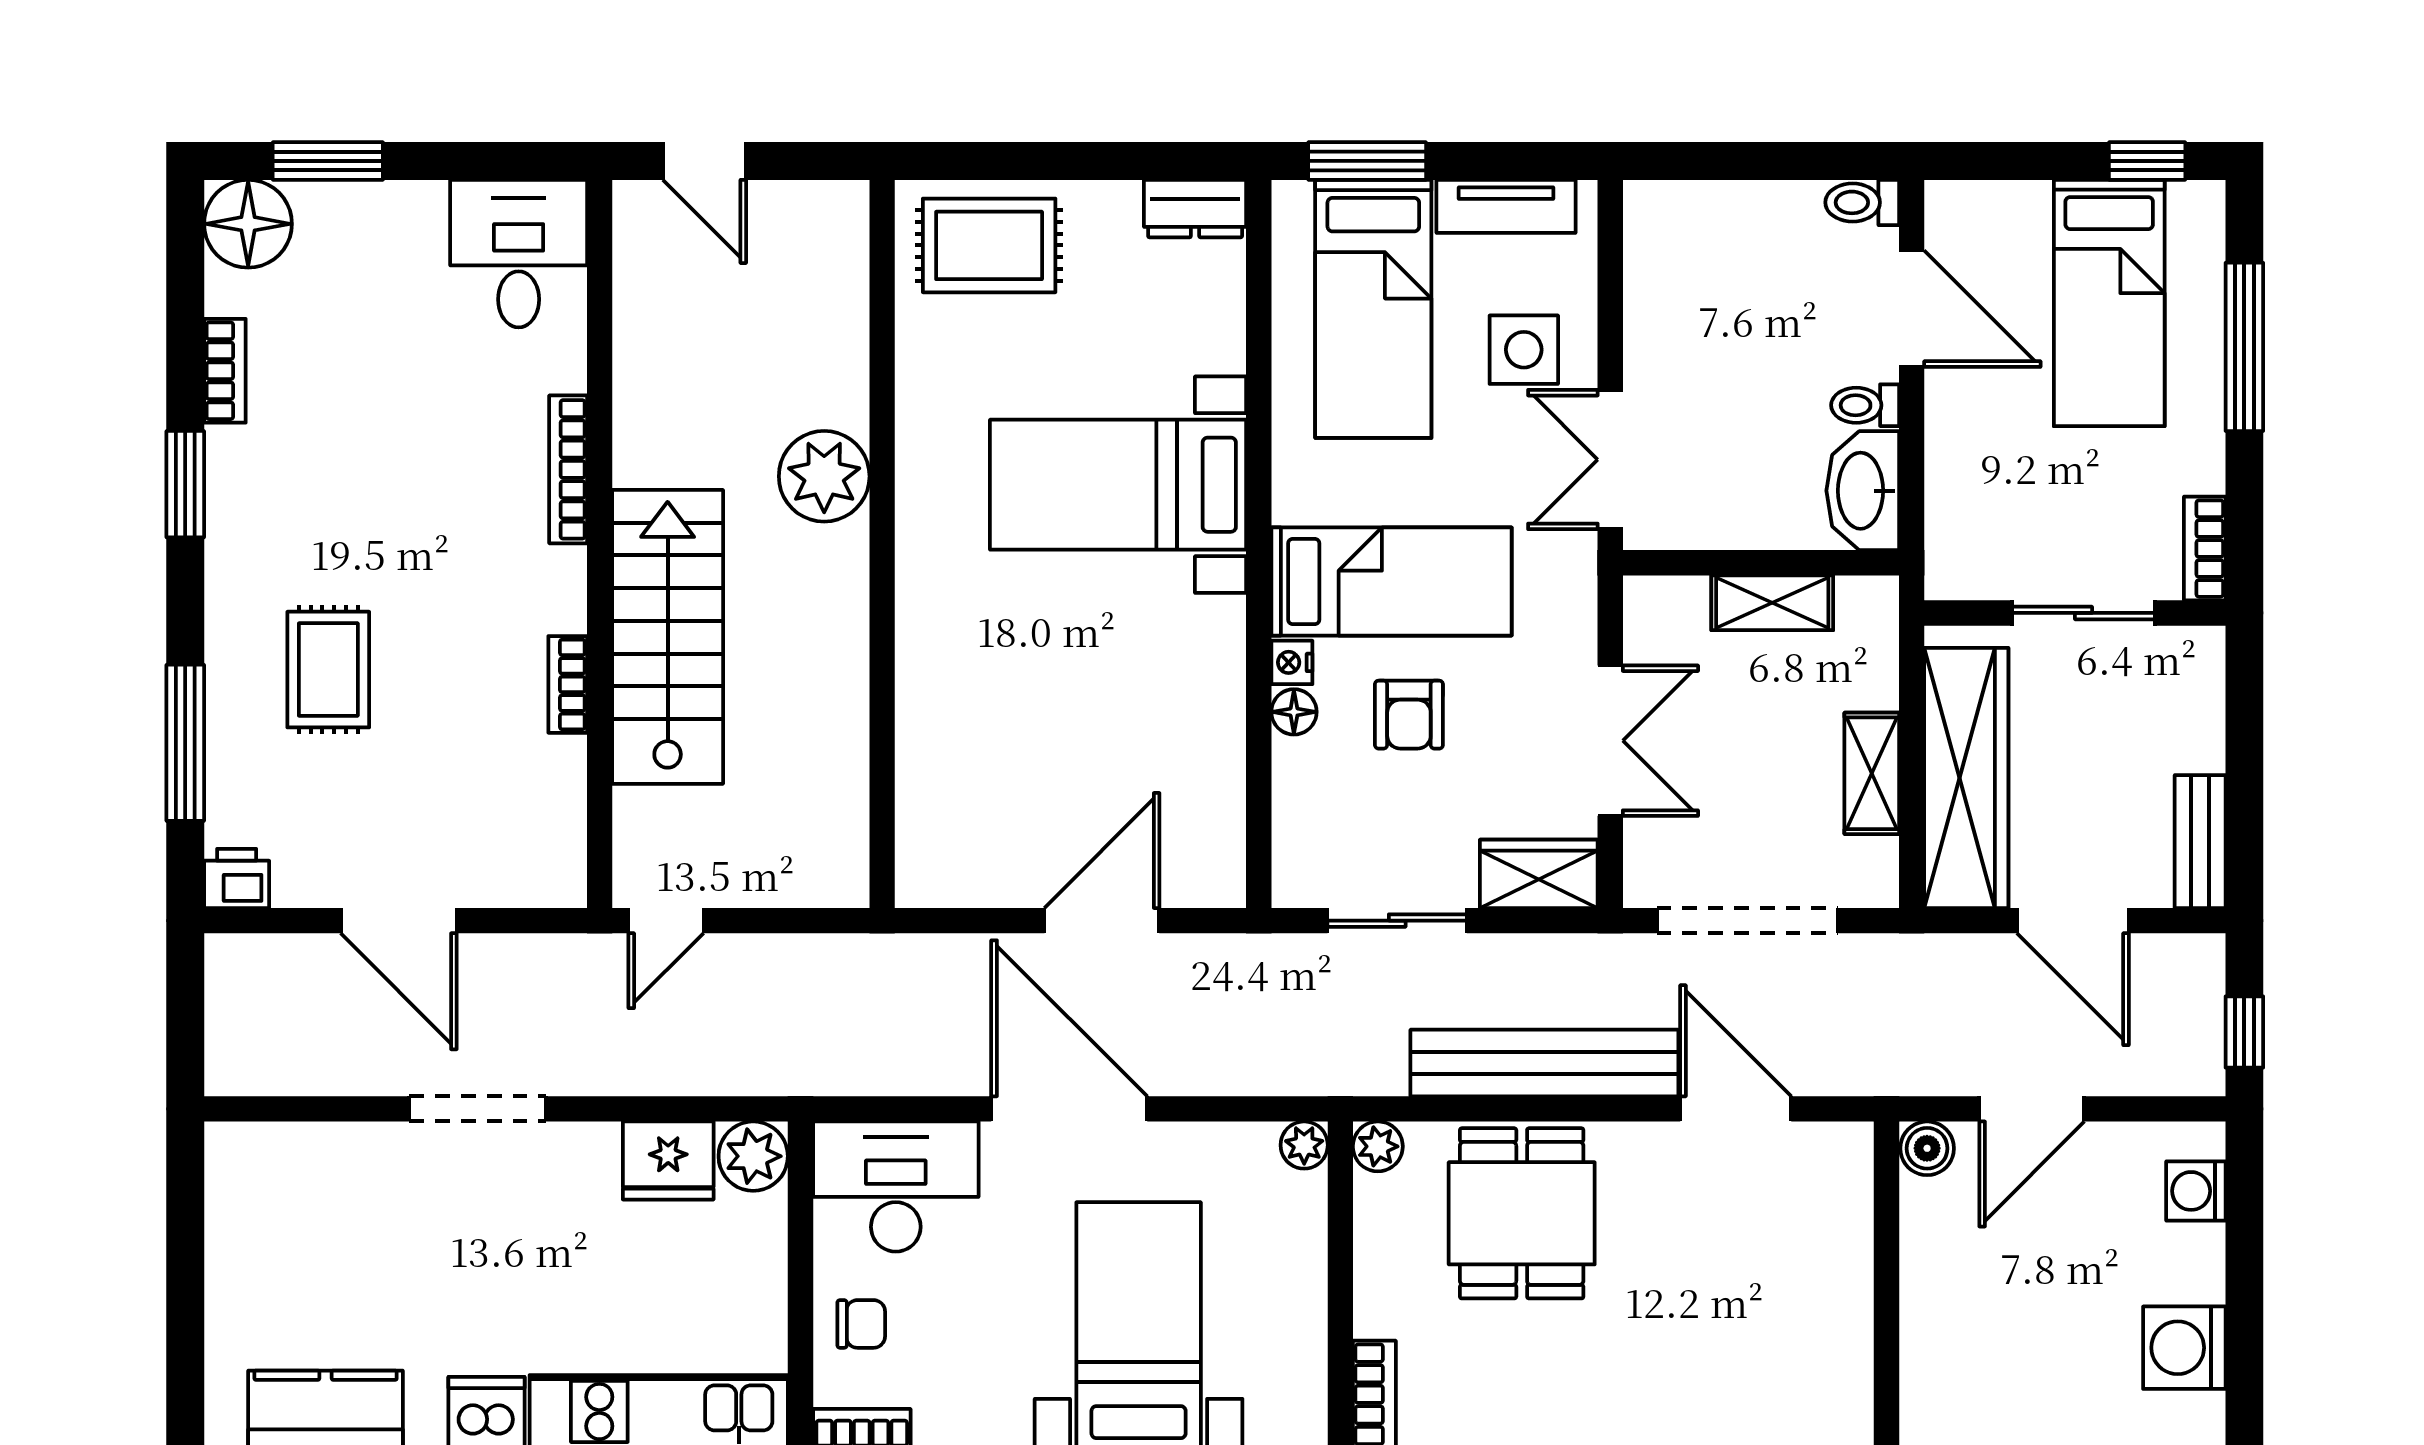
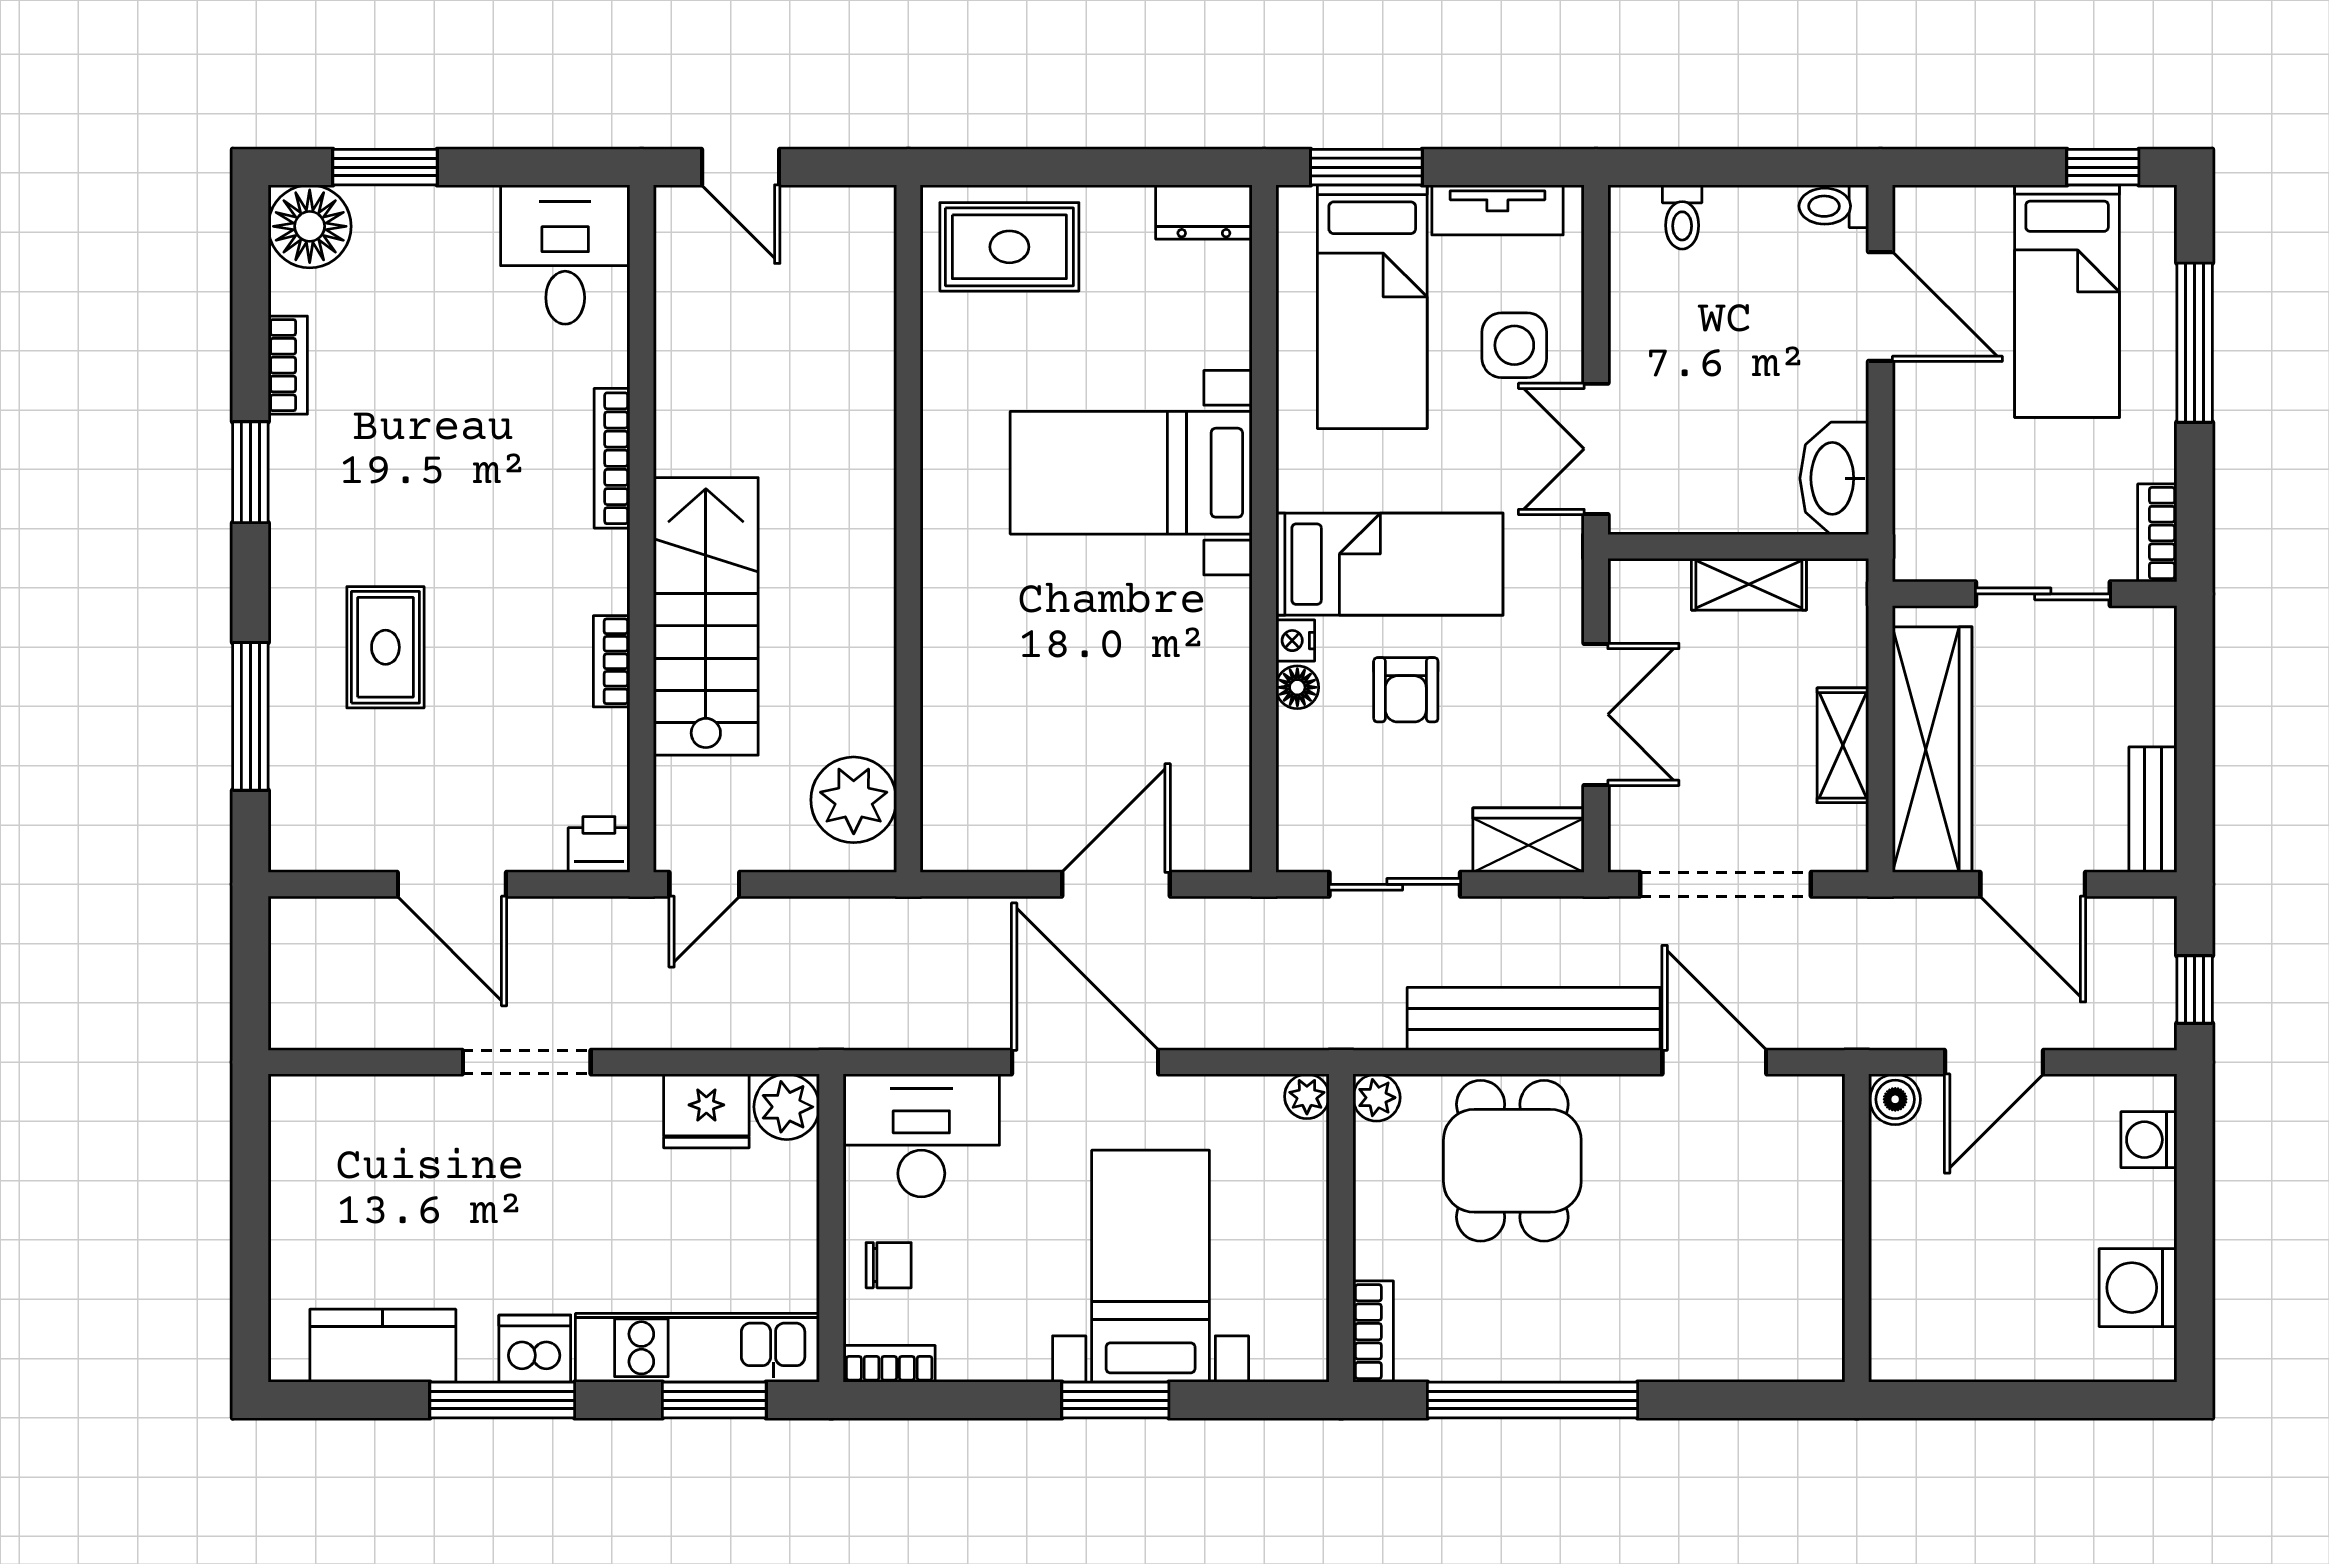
toilet: (1865, 405) -> (1682, 217), moved, turned -90
plant: (824, 476) -> (854, 800), moved
printer: (237, 878) -> (599, 844), moved

